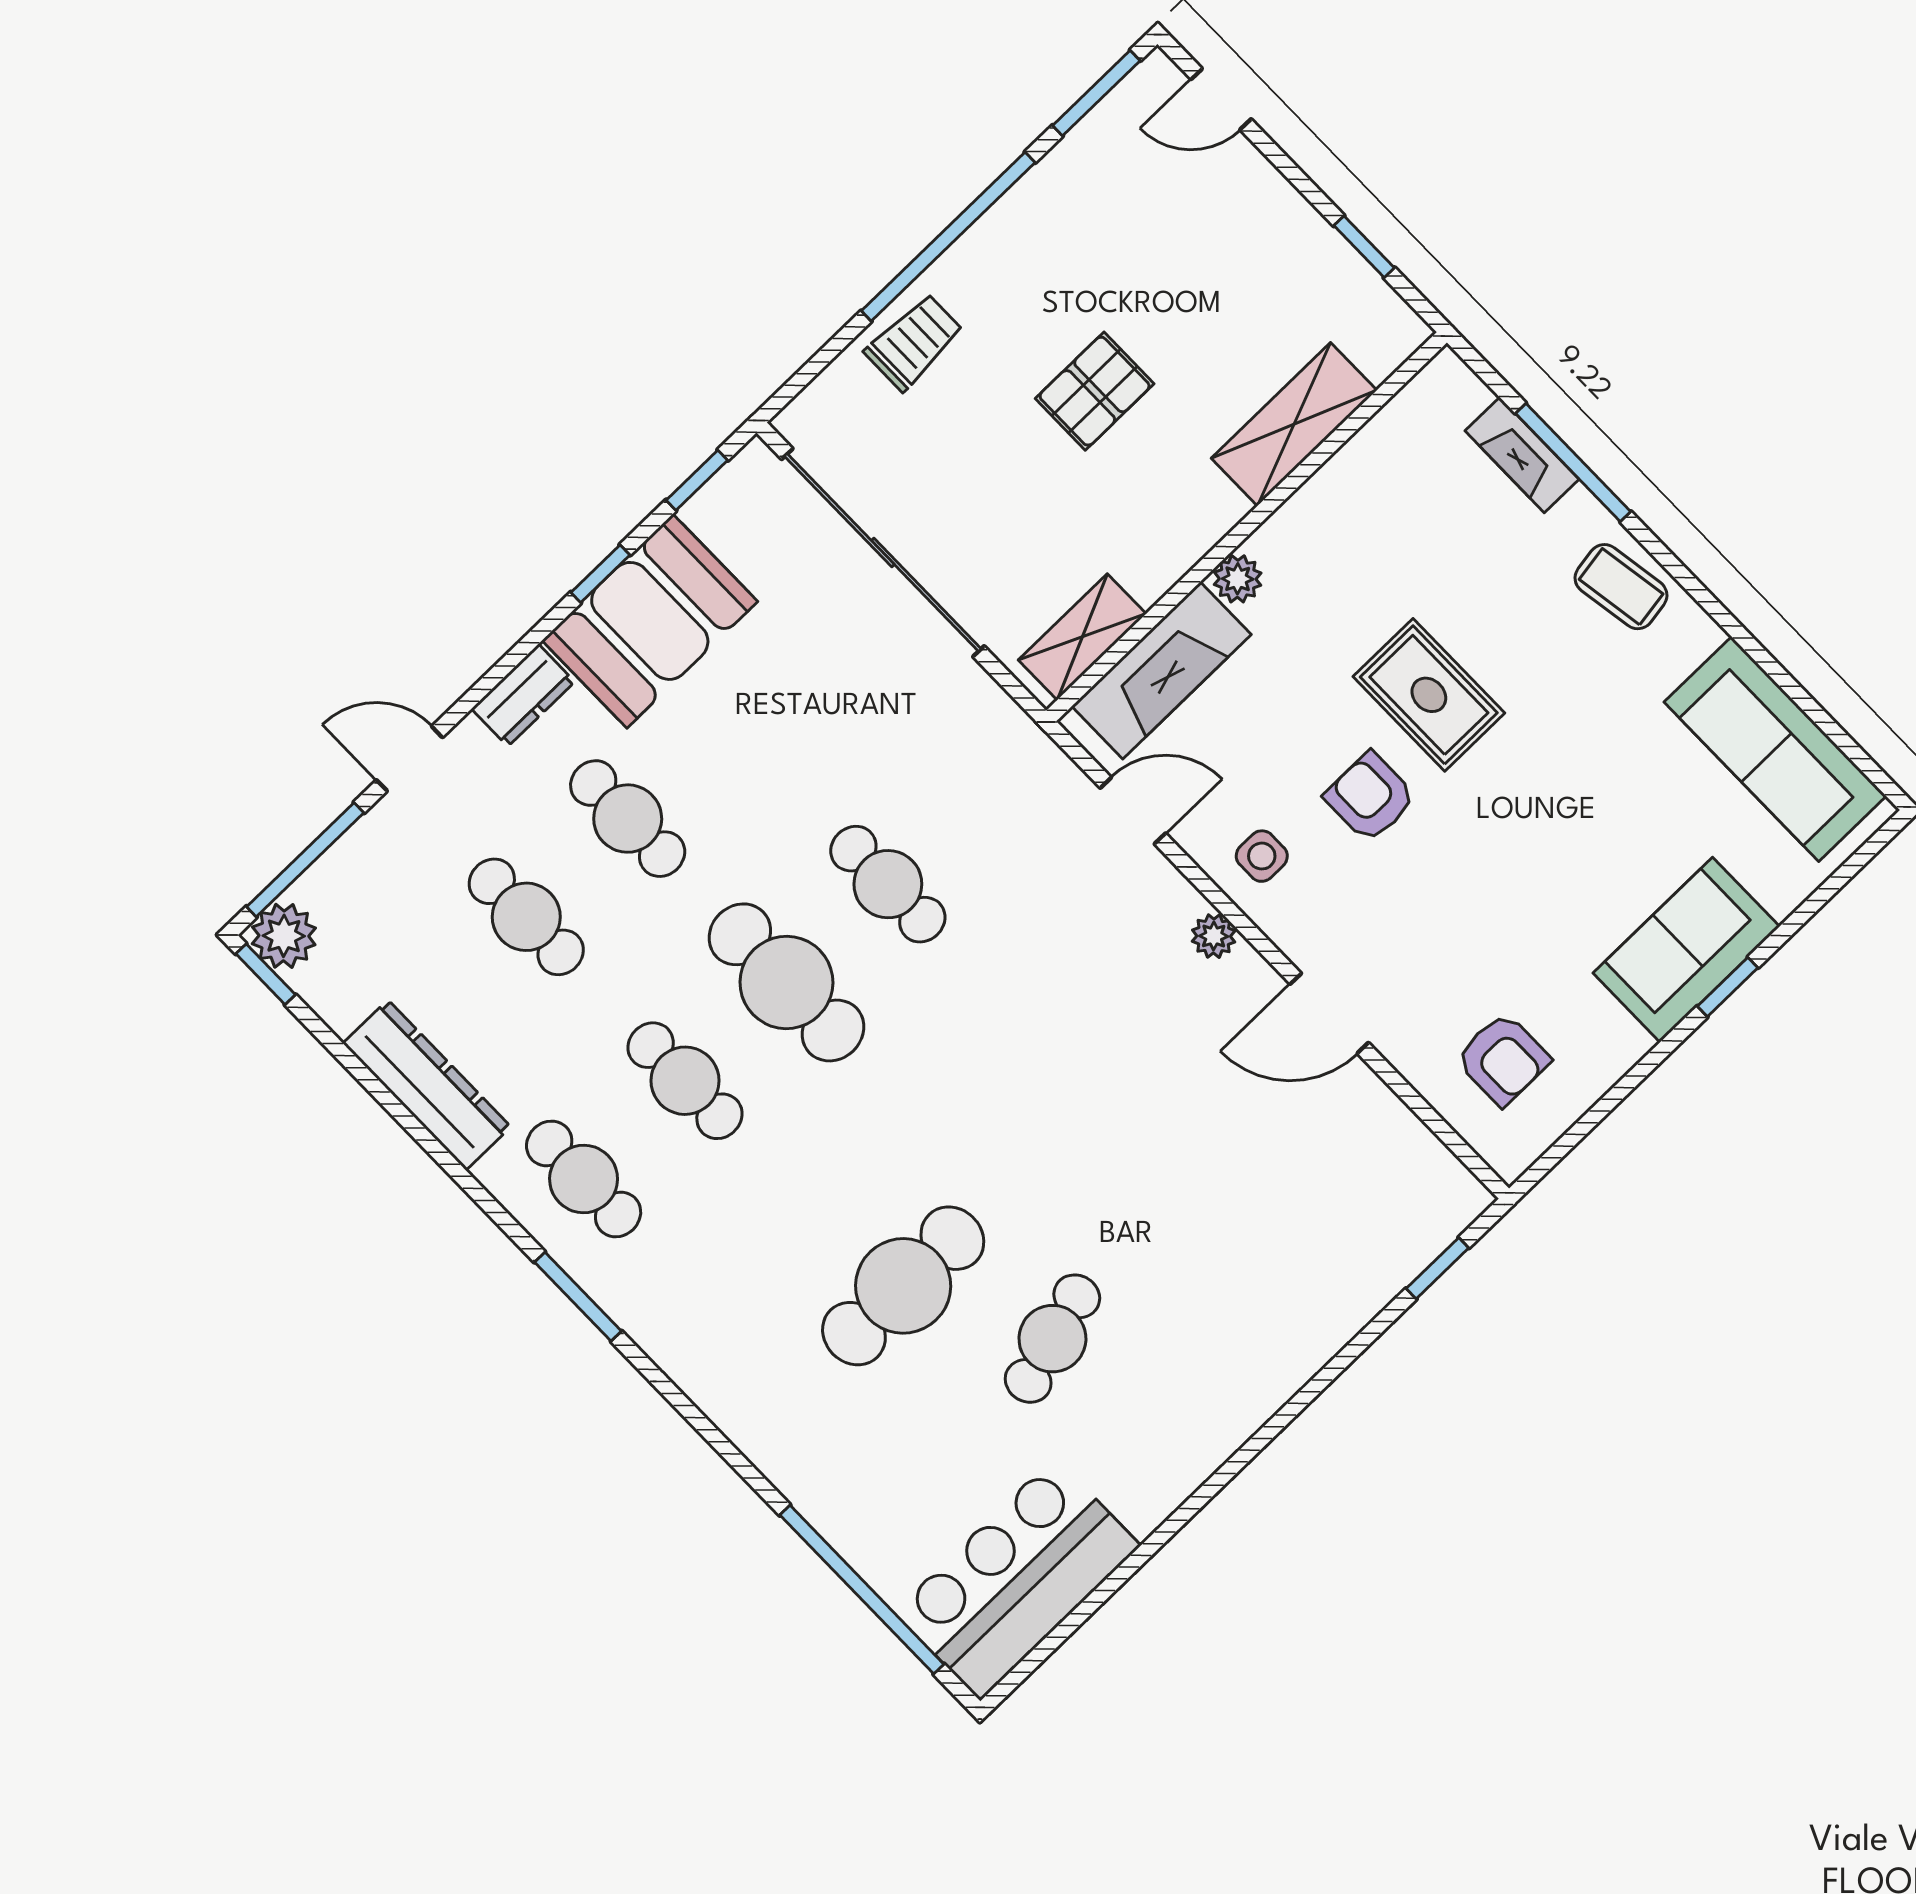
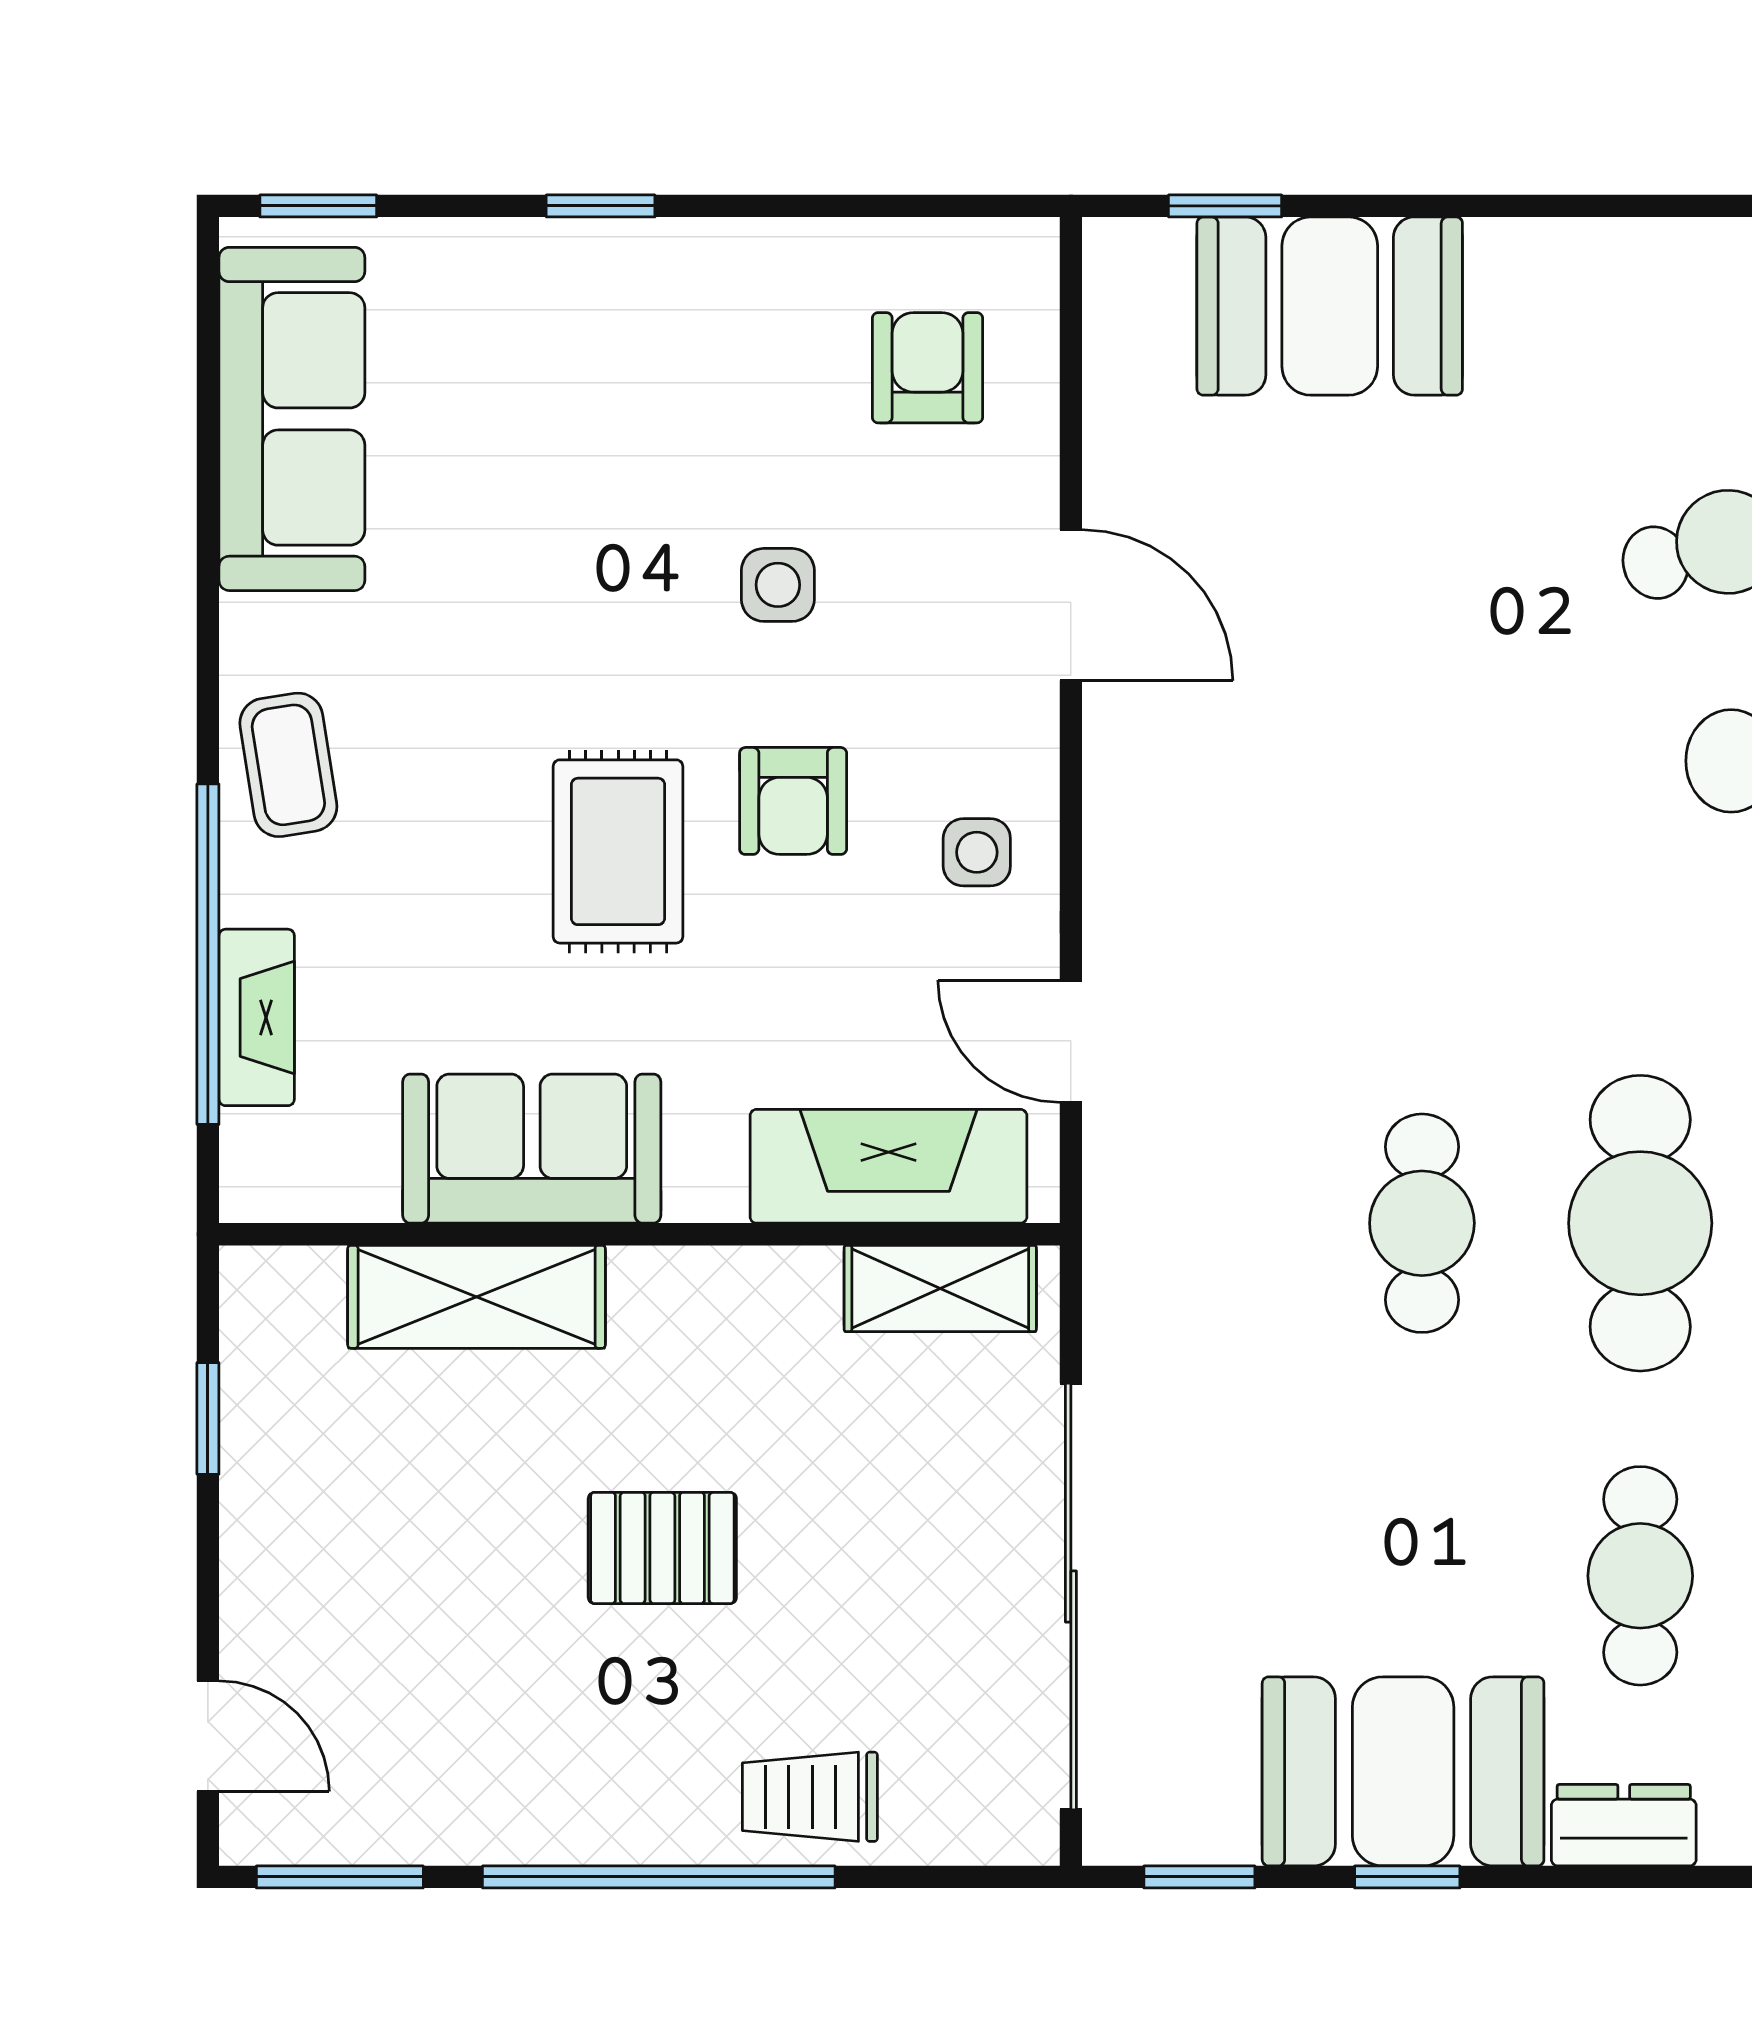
window: (1573, 462) -> (208, 954), width x1.46
plant: (1238, 579) -> (705, 1186), removed
window: (1859, 860) -> (318, 206), added
side table: (1475, 891) -> (778, 585), added
plant: (1214, 936) -> (1116, 815), removed
sofa: (1686, 950) -> (532, 1149), moved, turned 180
booth: (1344, 1269) -> (1330, 306), added

